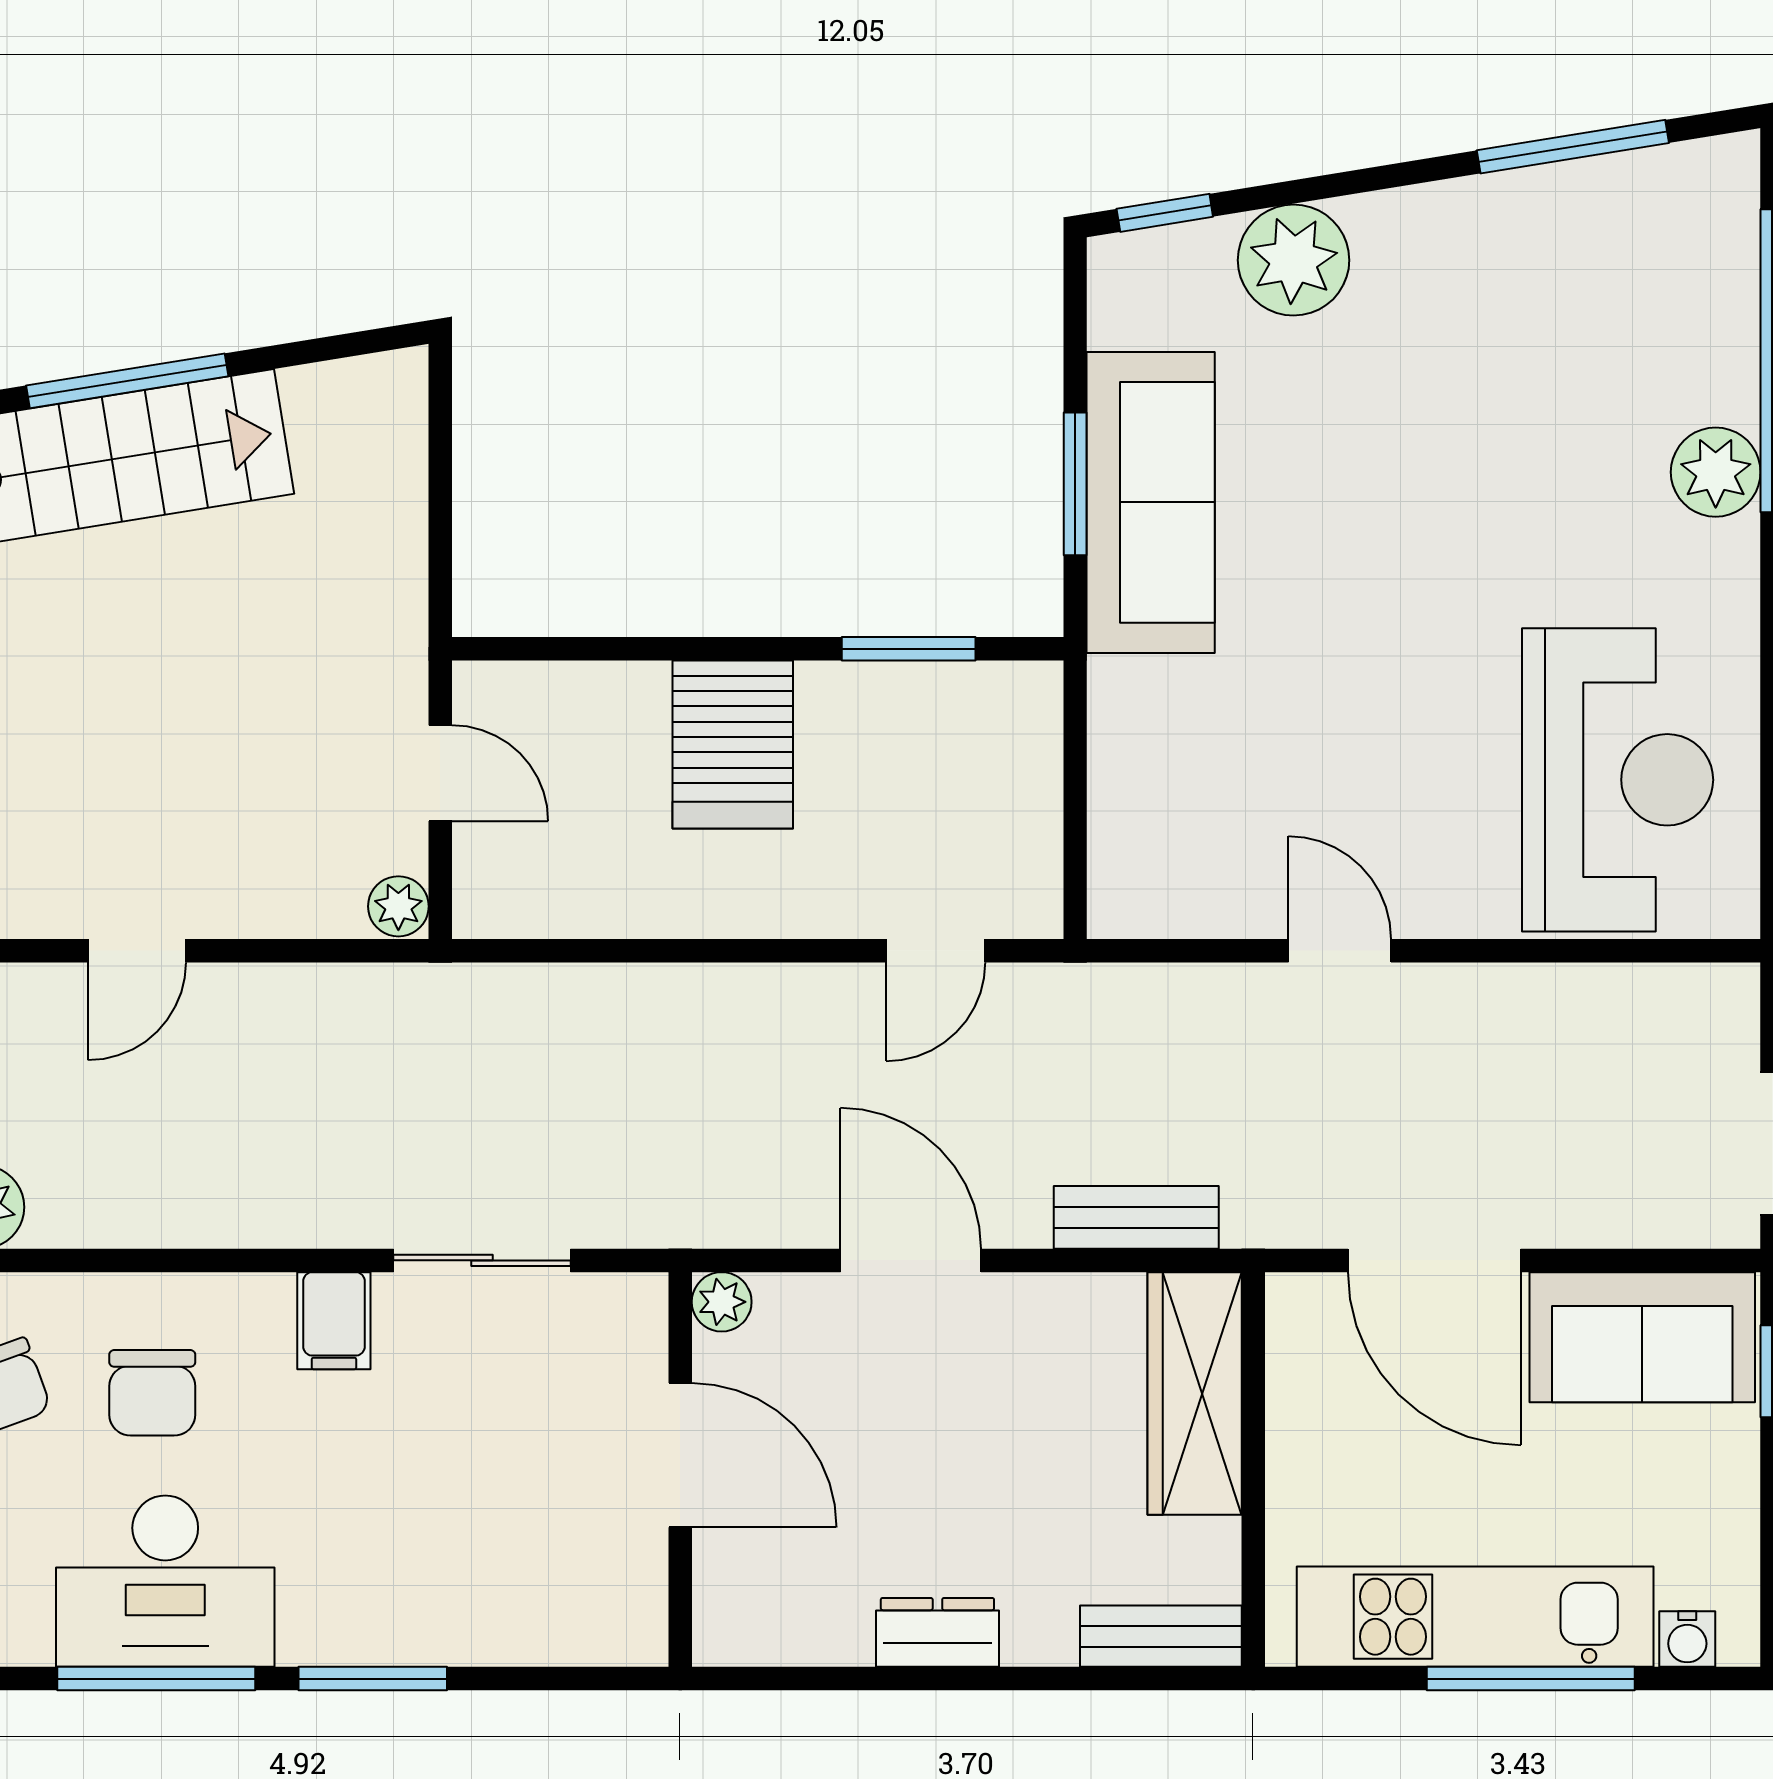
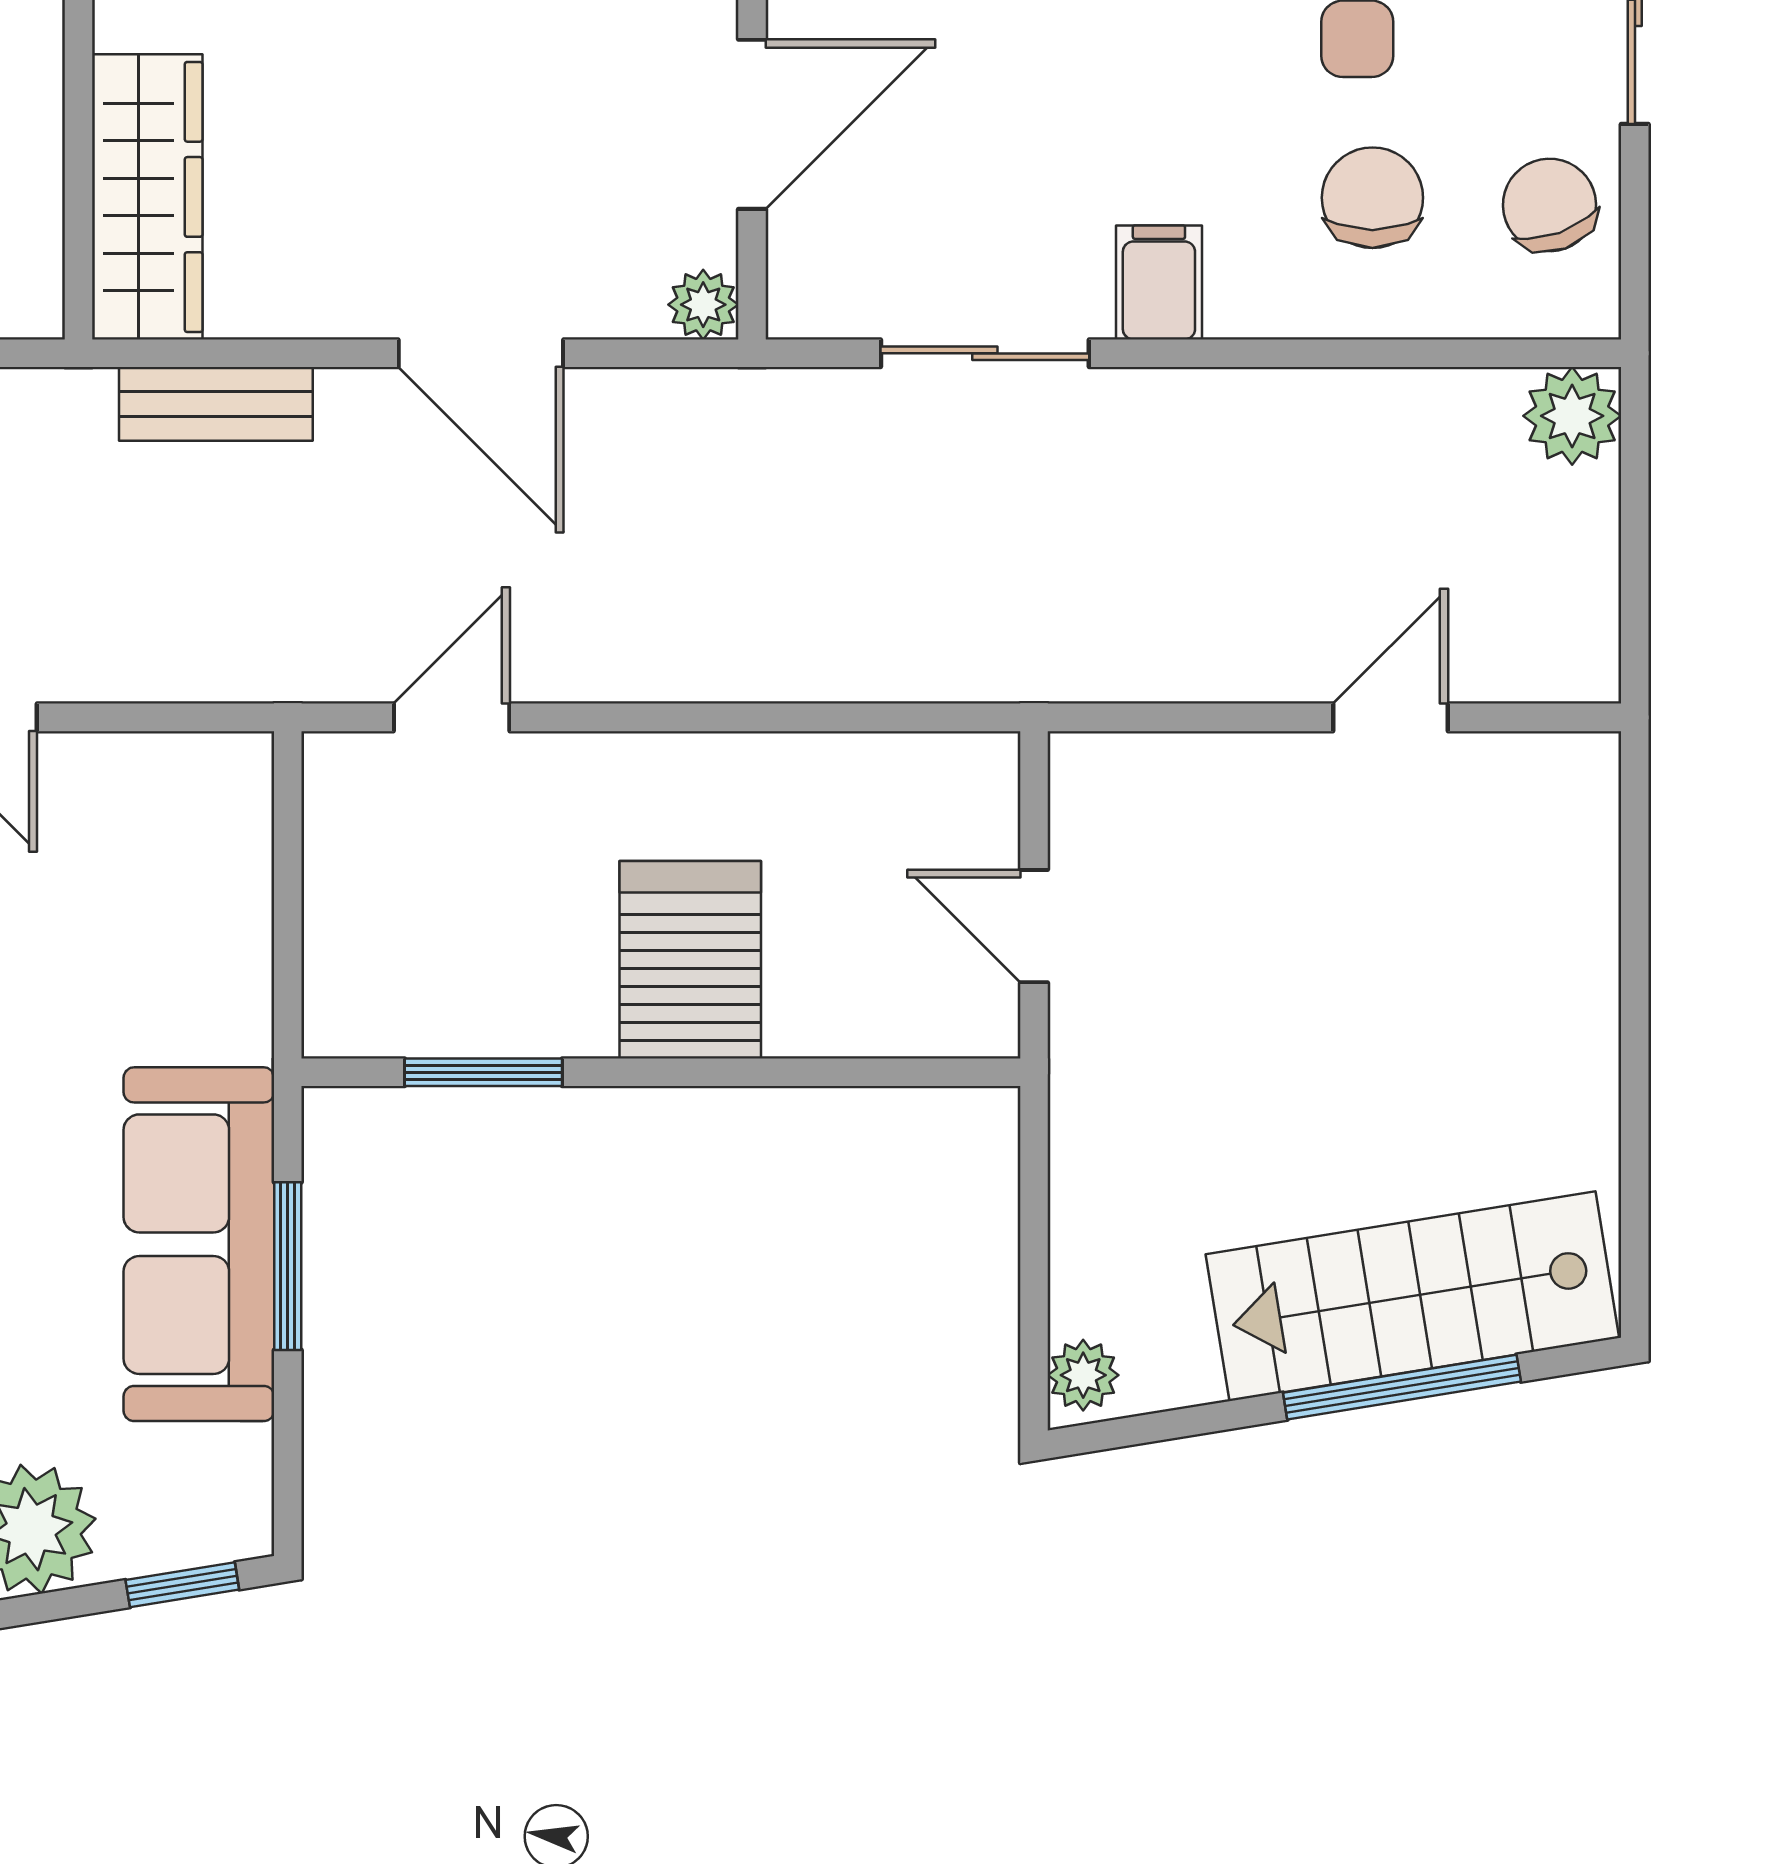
plant: (398, 906) -> (1083, 1375), moved
door: (680, 1455) -> (752, 124), swing flipped

